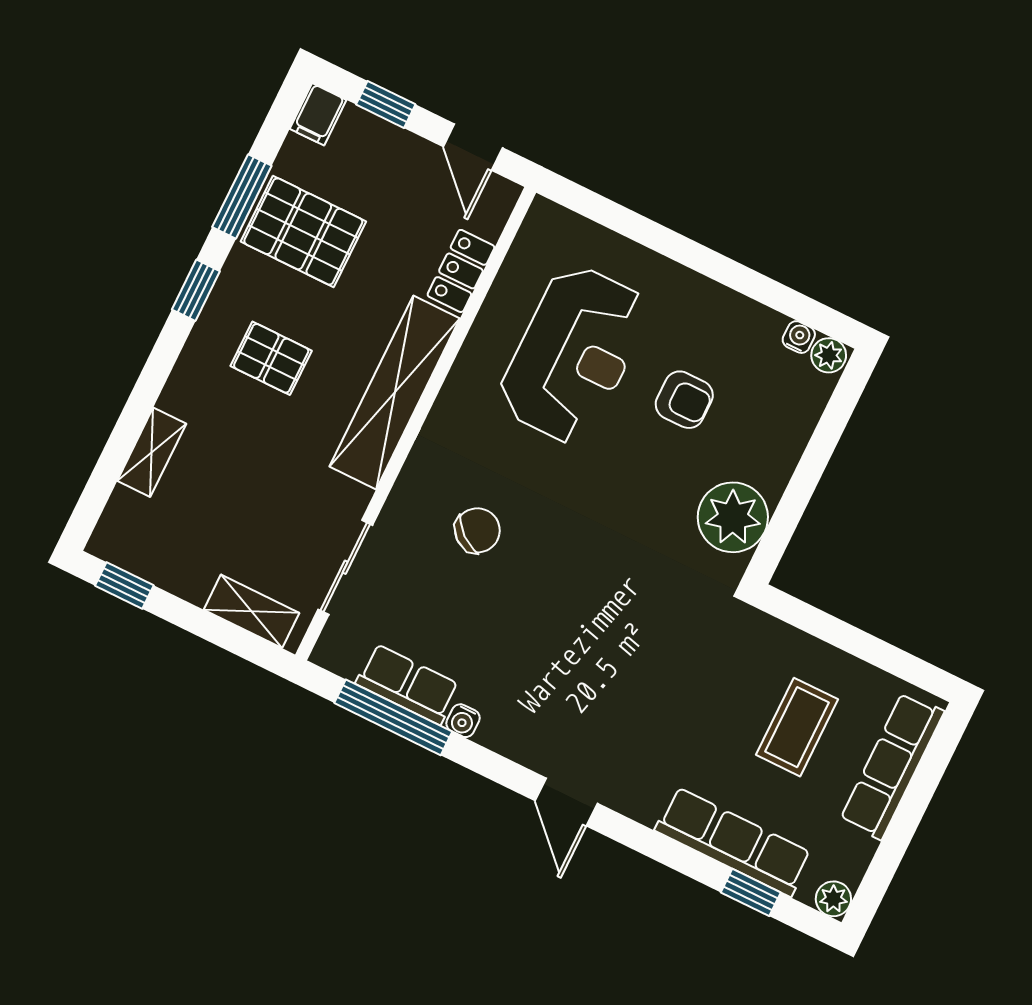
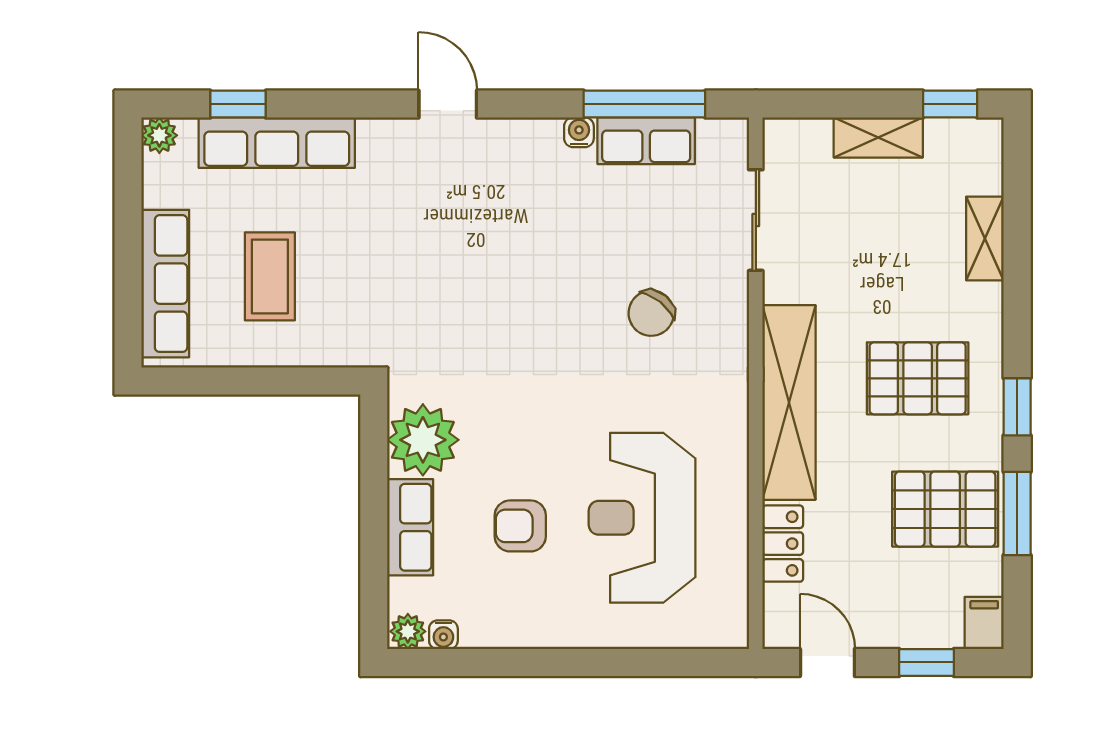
pallet: (271, 358) -> (918, 378), width x1.50, depth x1.42
row of seats: (782, 446) -> (410, 527), added
shelving: (251, 611) -> (878, 137), moved

